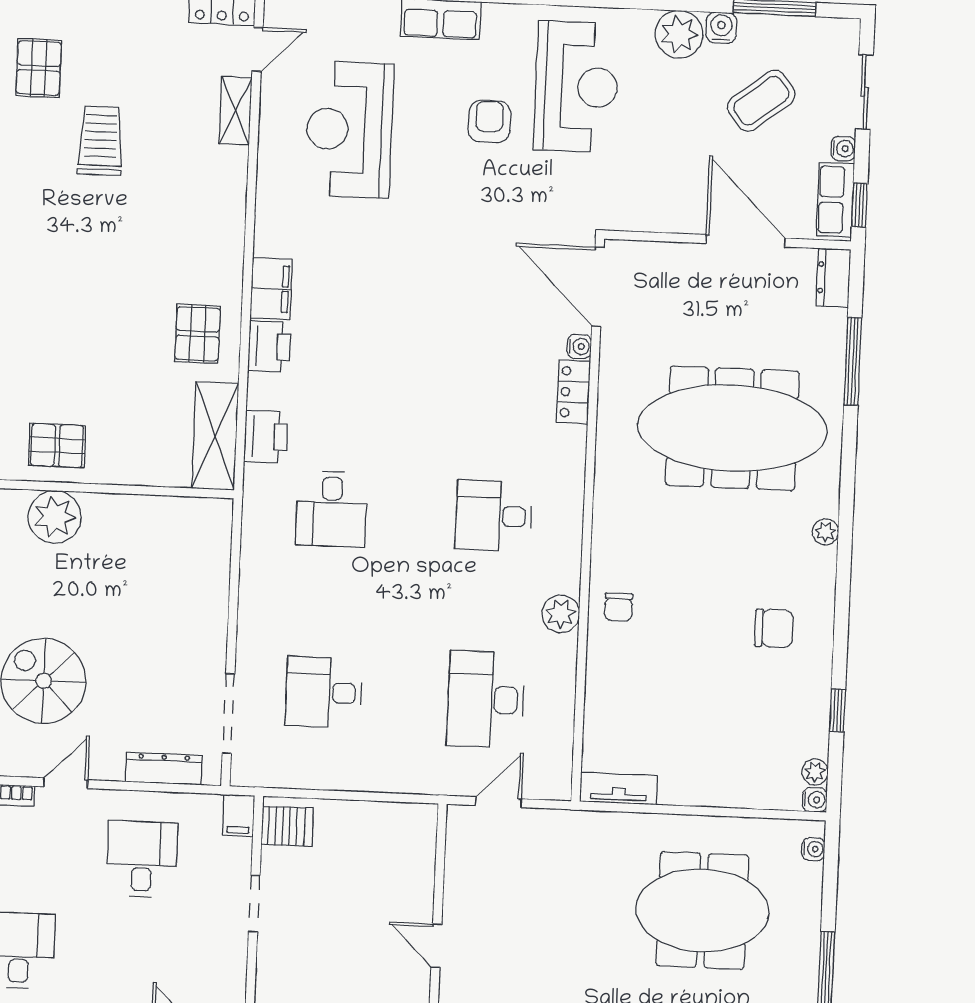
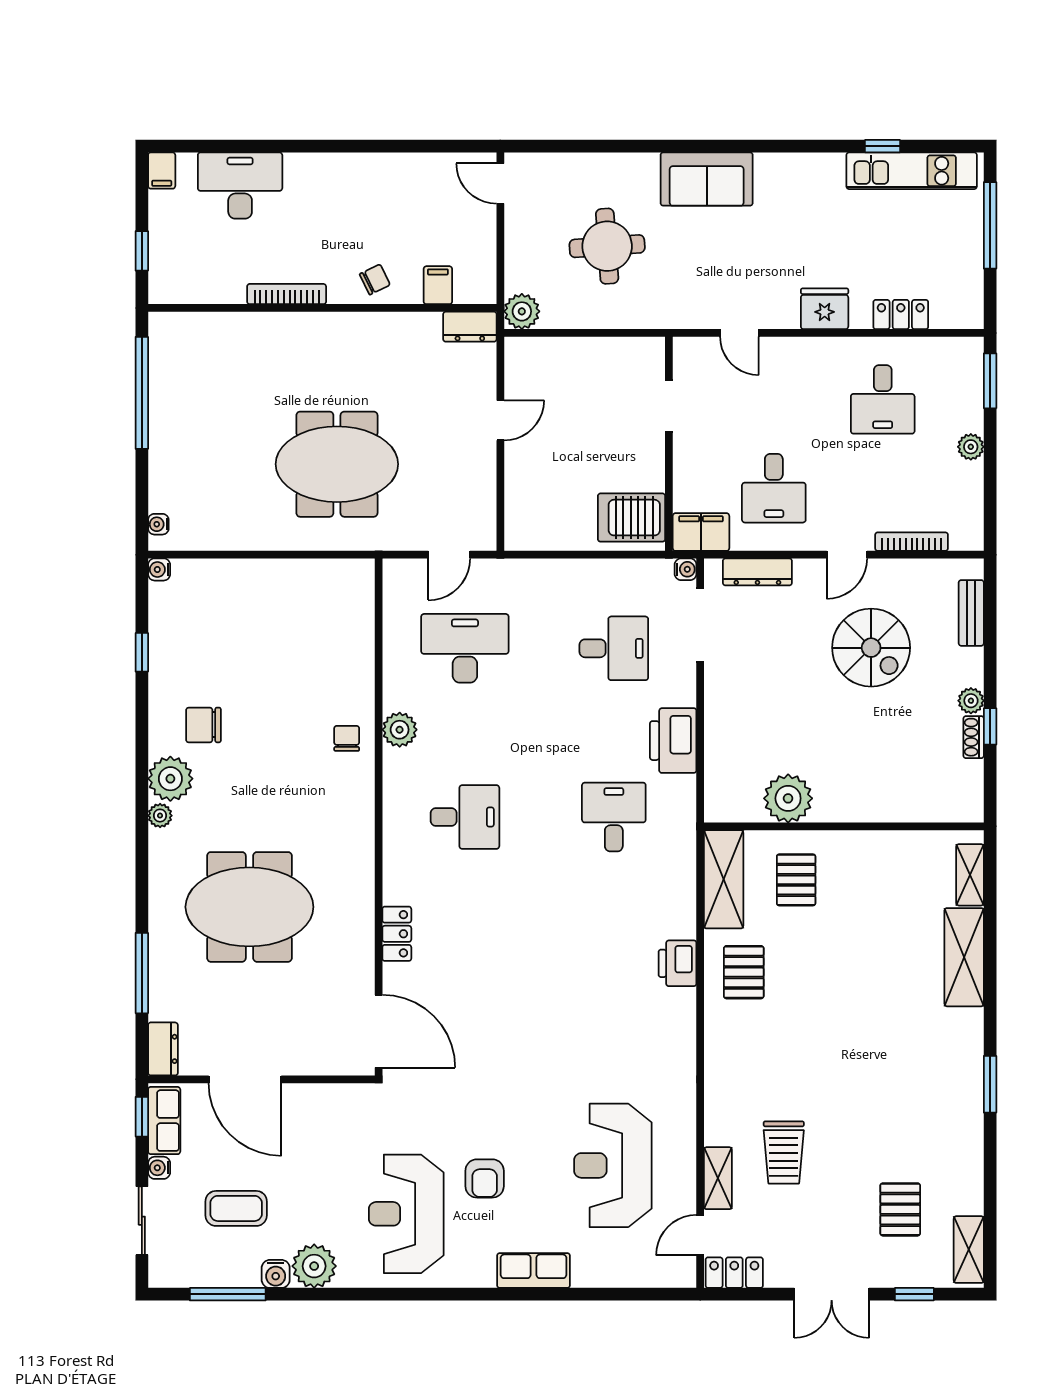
coffee table: (761, 101) -> (236, 1208), turned 38
reception desk: (349, 130) -> (613, 1165), turned 180
trolley: (100, 141) -> (784, 1153), moved
filing cabinet: (271, 289) -> (678, 1016), removed
water cooler: (579, 346) -> (686, 569), moved, turned 180
meeting table: (732, 428) -> (249, 907), width x0.73
printer: (266, 437) -> (673, 741), moved, width x1.37, depth x1.19
pallet: (57, 445) -> (796, 880), moved, turned 90
plant: (55, 517) -> (788, 798), moved
desk: (486, 699) -> (465, 648), turned -90
plant: (815, 772) -> (170, 779), moved, width x1.88, depth x1.88
tv unit: (619, 789) -> (339, 572), removed
filing cabinet: (239, 815) -> (701, 532), width x2.00
server rack: (287, 826) -> (632, 518), width x1.36, depth x1.44
doorway: (254, 904) -> (669, 406), moved
meeting table: (702, 910) -> (337, 464), moved
door: (436, 946) -> (500, 420), hinge flipped

